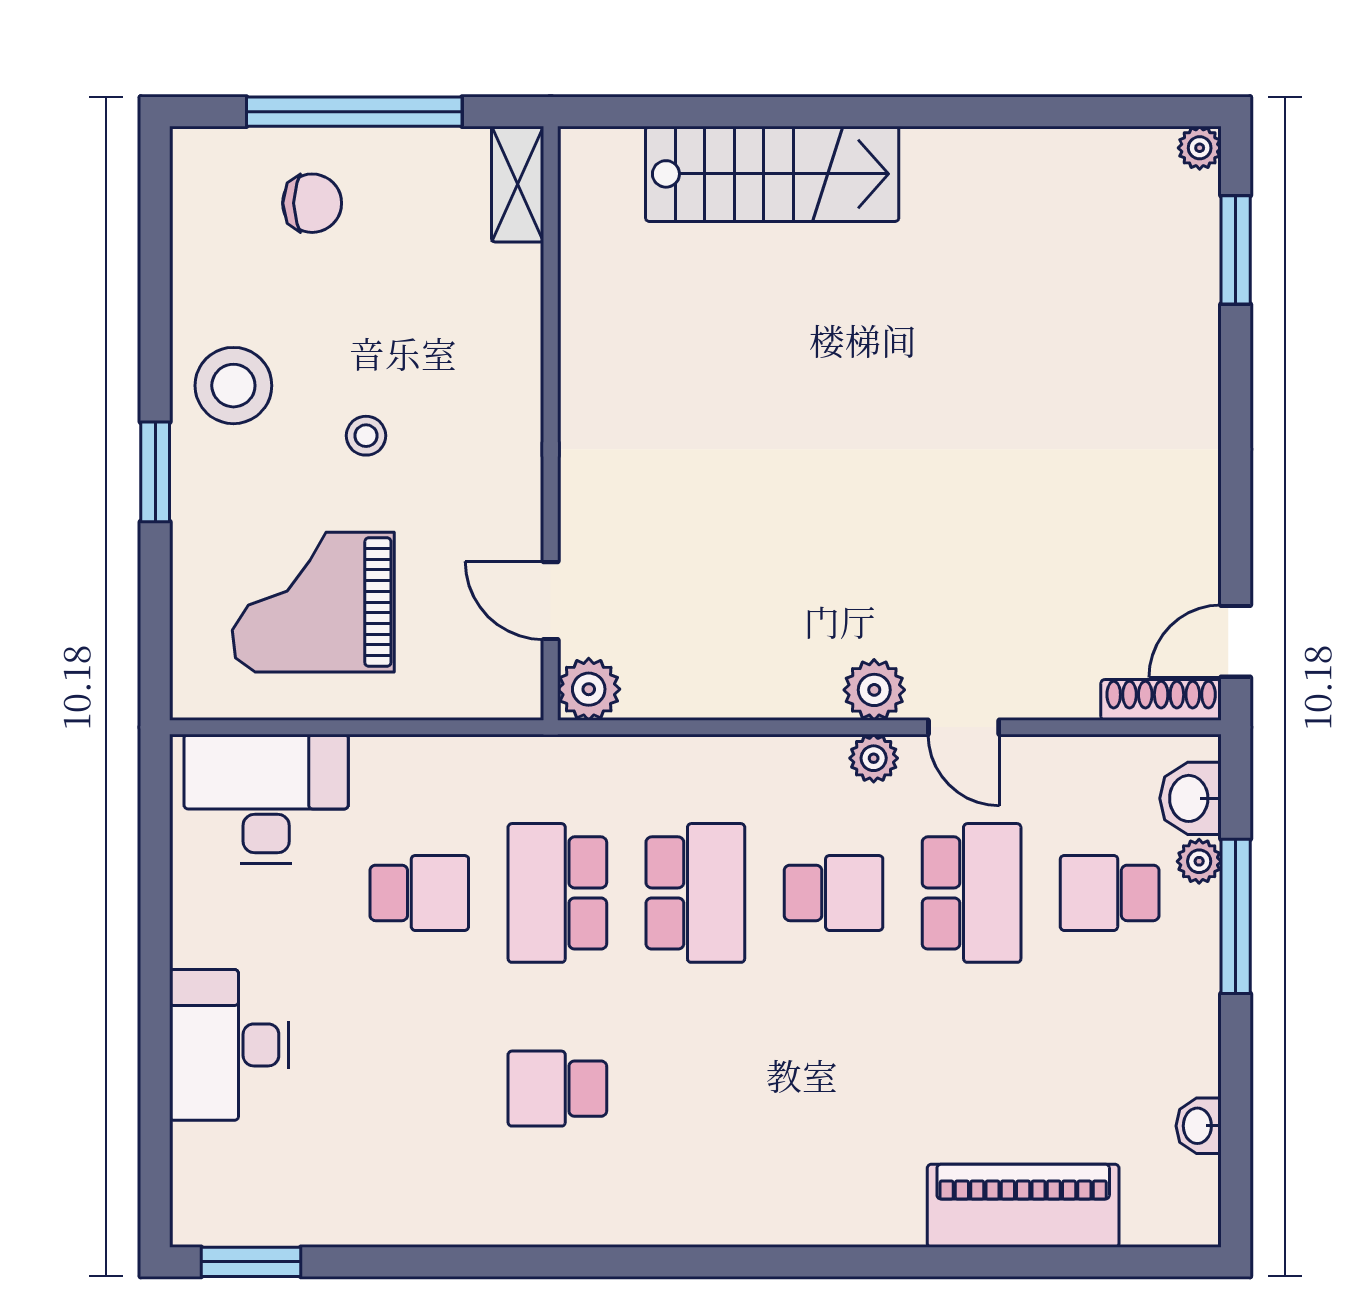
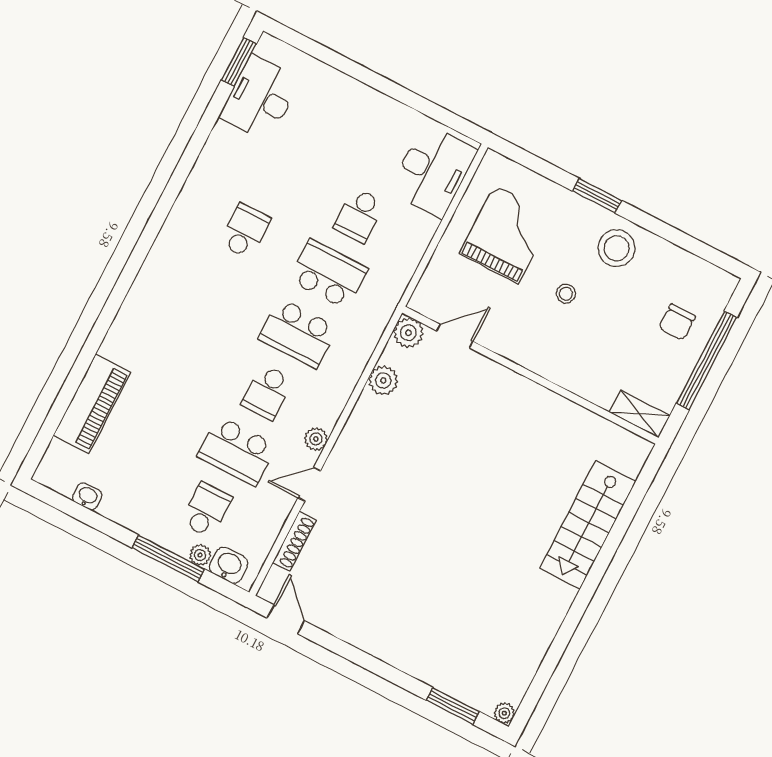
plant: (874, 690) -> (383, 380), moved
shoe rack: (1161, 700) -> (294, 541), moved
desk: (229, 1045) -> (260, 98), moved, turned -90

